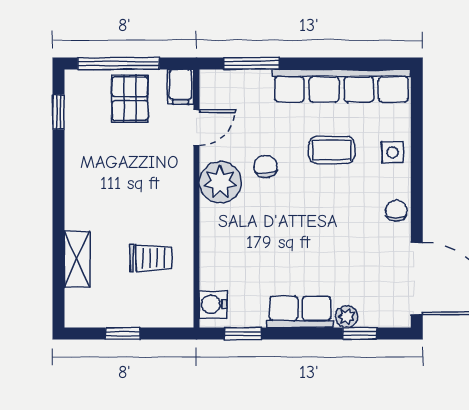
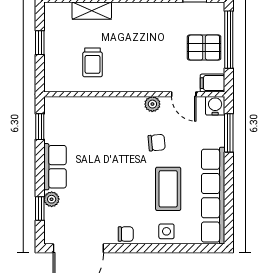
coffee table: (332, 150) -> (168, 189), width x1.36, depth x1.30
plant: (220, 182) -> (152, 104), width x0.53, depth x0.53
water cooler: (213, 304) -> (215, 106), moved

